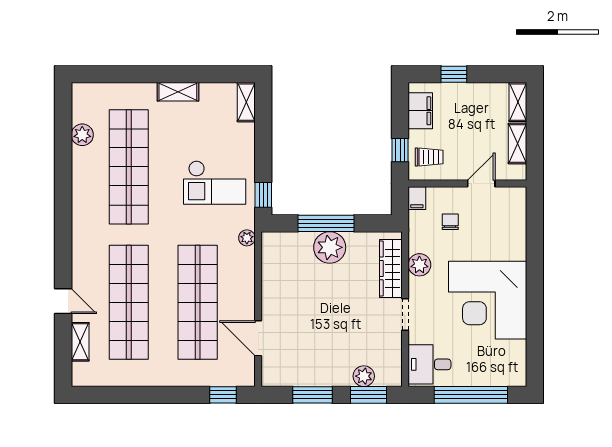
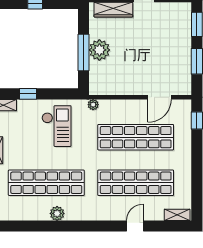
plant: (82, 135) -> (57, 213), moved
window: (263, 195) -> (28, 94), moved
shelving: (80, 342) -> (177, 215), moved
plant: (364, 376) -> (185, 27), removed

